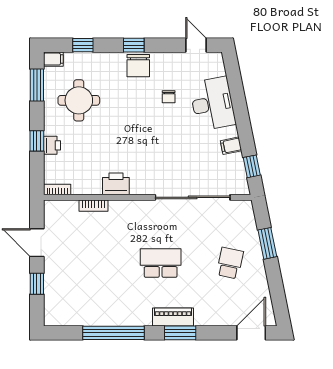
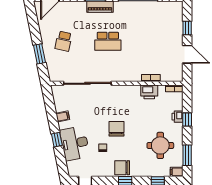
chair: (138, 66) -> (122, 168), turned -90
chair: (147, 127) -> (117, 129), added
window: (252, 166) -> (57, 140), moved
printer: (116, 184) -> (149, 92), moved

